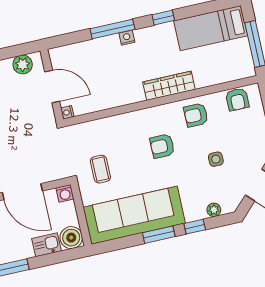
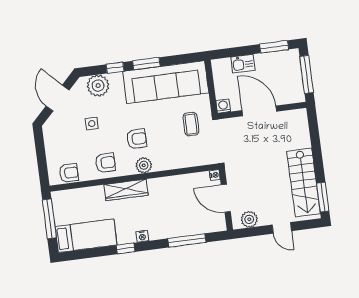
window: (112, 29) -> (187, 240), moved
nightstand: (127, 38) -> (142, 236), moved
armchair: (237, 99) -> (69, 173), turned 90
plant: (151, 116) -> (144, 165), added
plant: (214, 210) -> (98, 86), width x1.88, depth x1.88
boiler: (71, 238) -> (221, 68), removed

